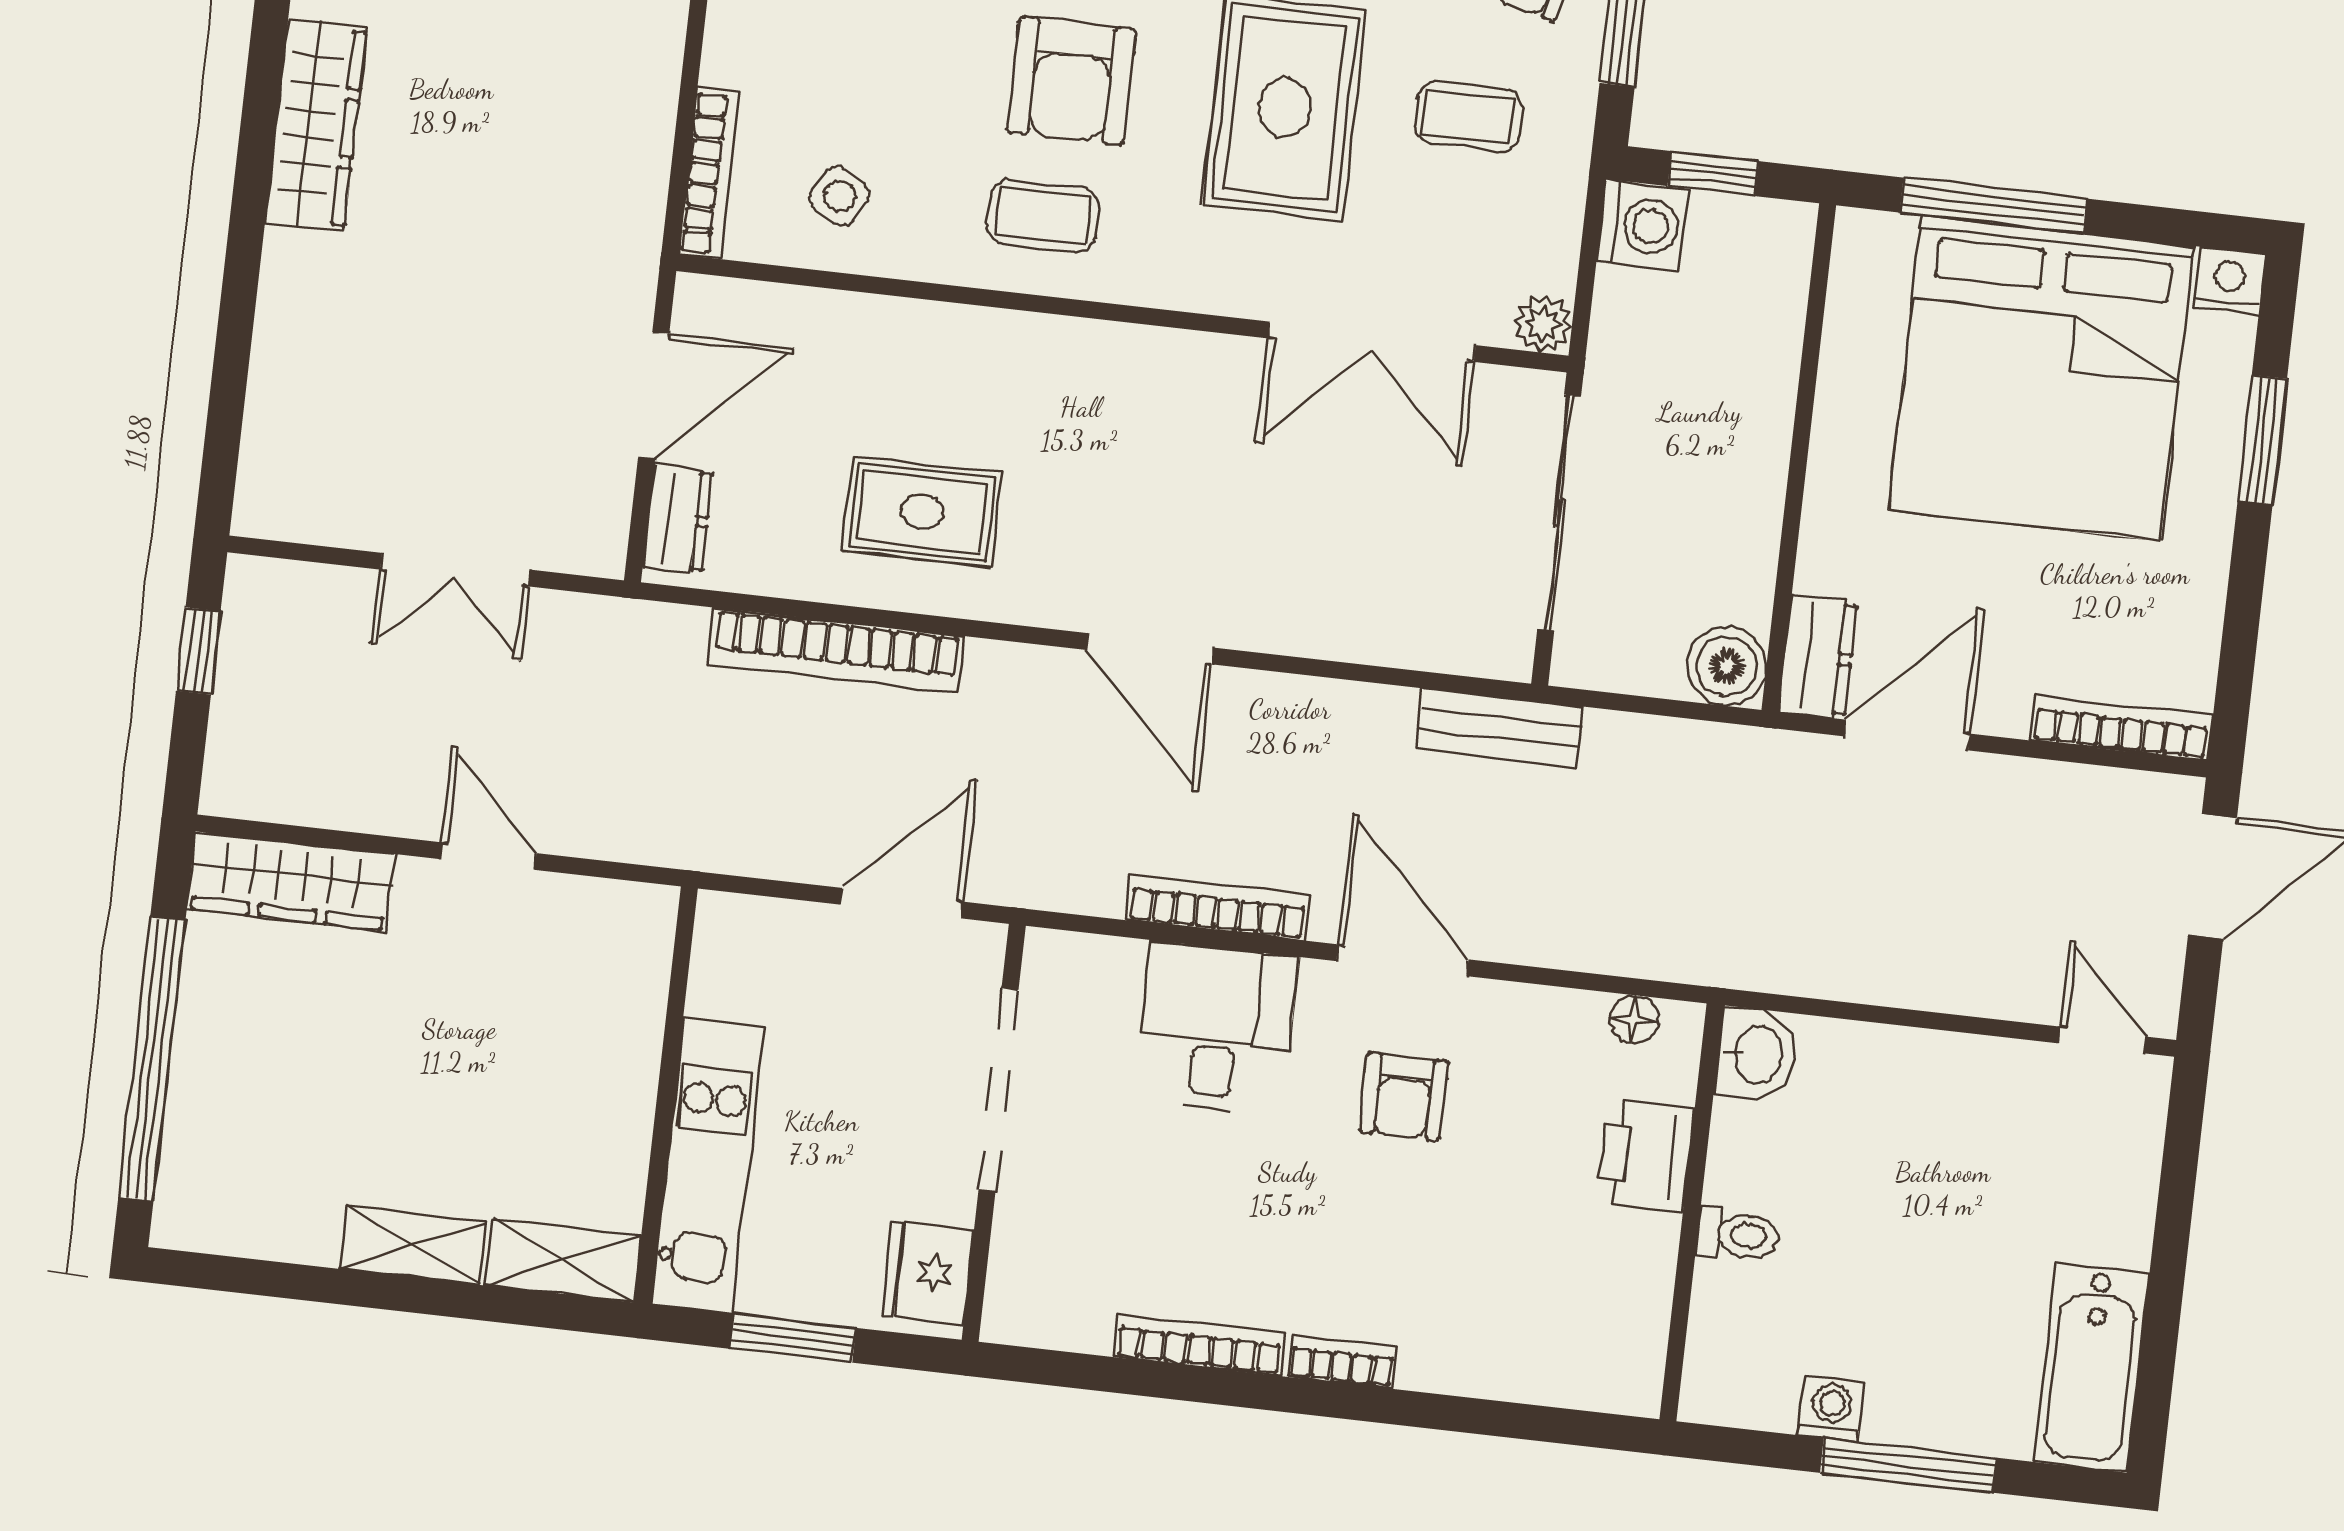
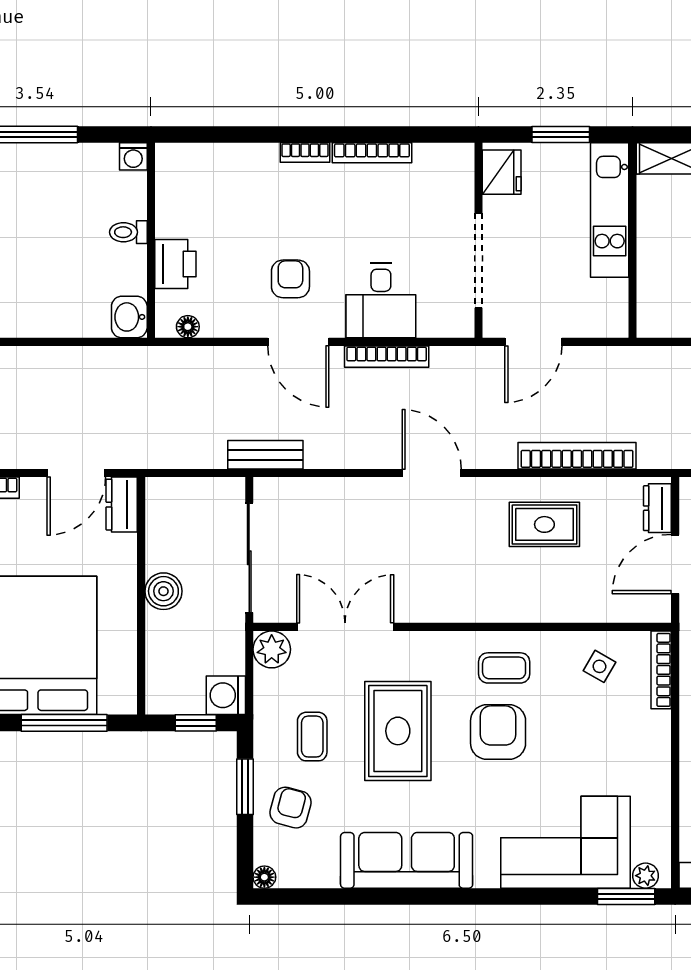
coffee table: (1468, 116) -> (312, 737), turned 90
plant: (1543, 324) -> (272, 649), width x1.38, depth x1.38
boiler: (1727, 666) -> (163, 591), moved
washing machine: (1831, 1409) -> (133, 156), moved

